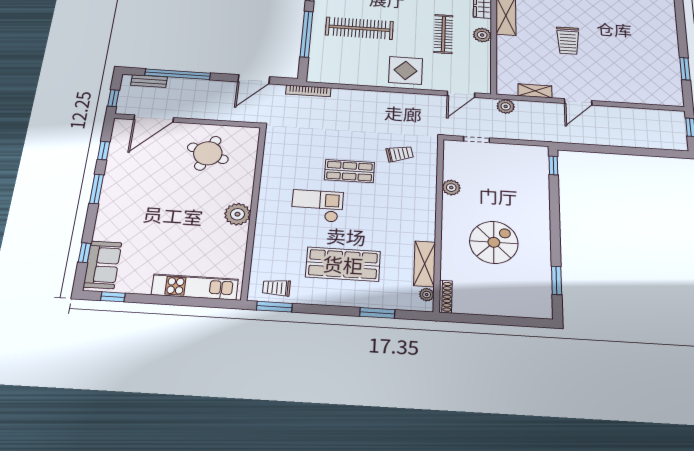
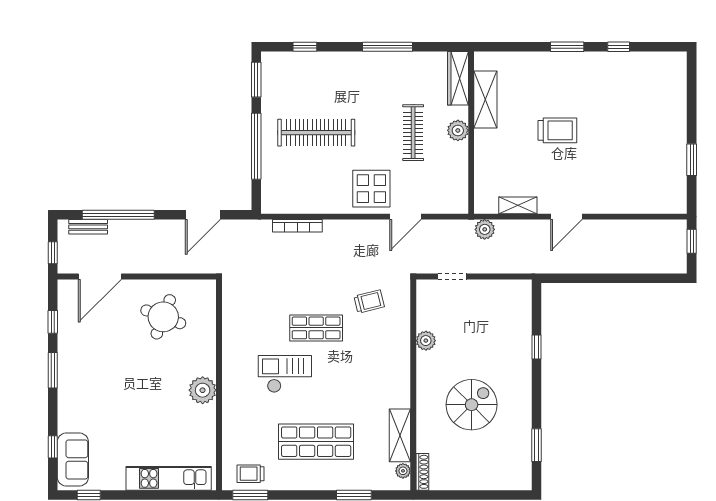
trolley: (568, 41) -> (557, 130), turned -90
bookcase: (308, 91) -> (297, 226), moved
door: (461, 94) -> (405, 217), moved
window: (553, 165) -> (537, 347), moved

